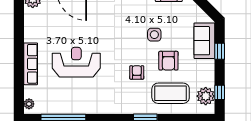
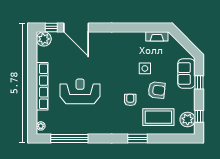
armchair: (168, 61) -> (157, 90), turned -84
row of seats: (31, 64) -> (42, 86), width x1.36

